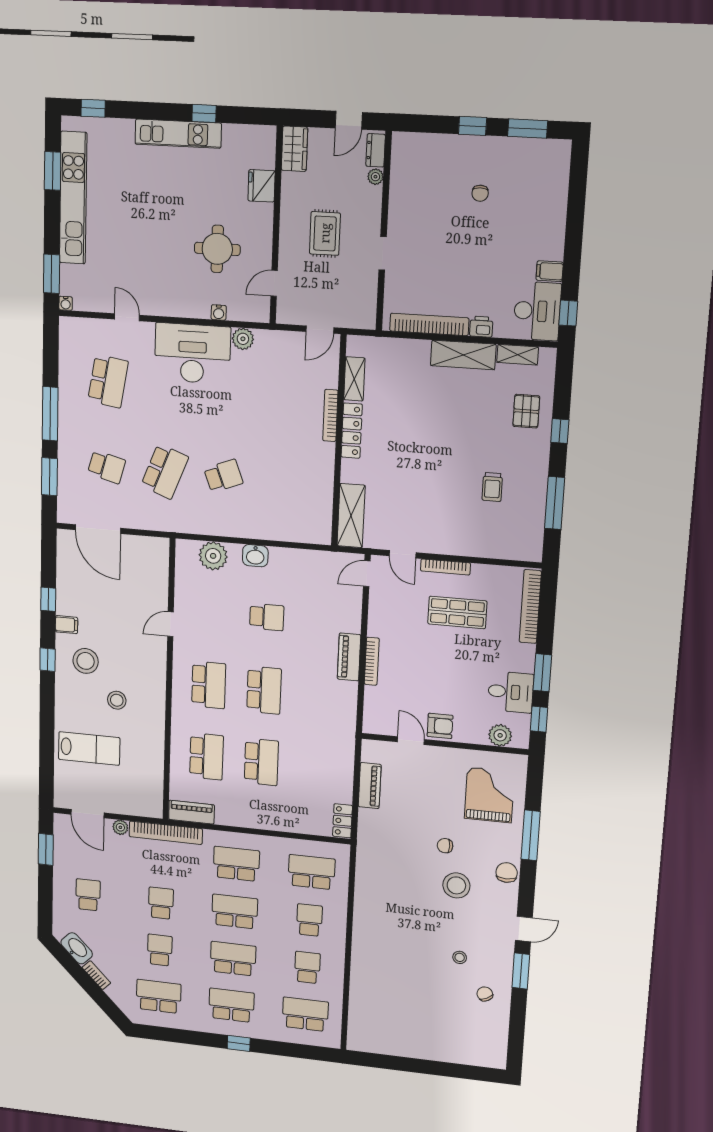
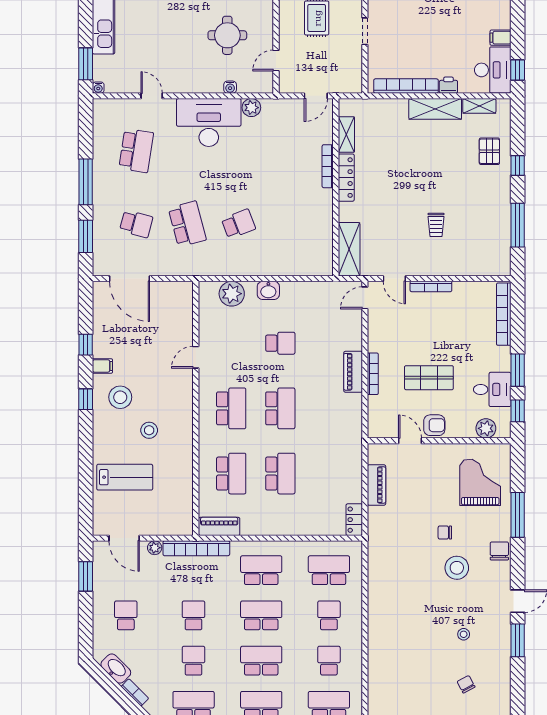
school desk: (165, 471) -> (187, 224), turned -36
trolley: (492, 487) -> (436, 225), moved
shop shelf: (457, 612) -> (429, 378), moved
chair: (485, 994) -> (466, 684), moved

